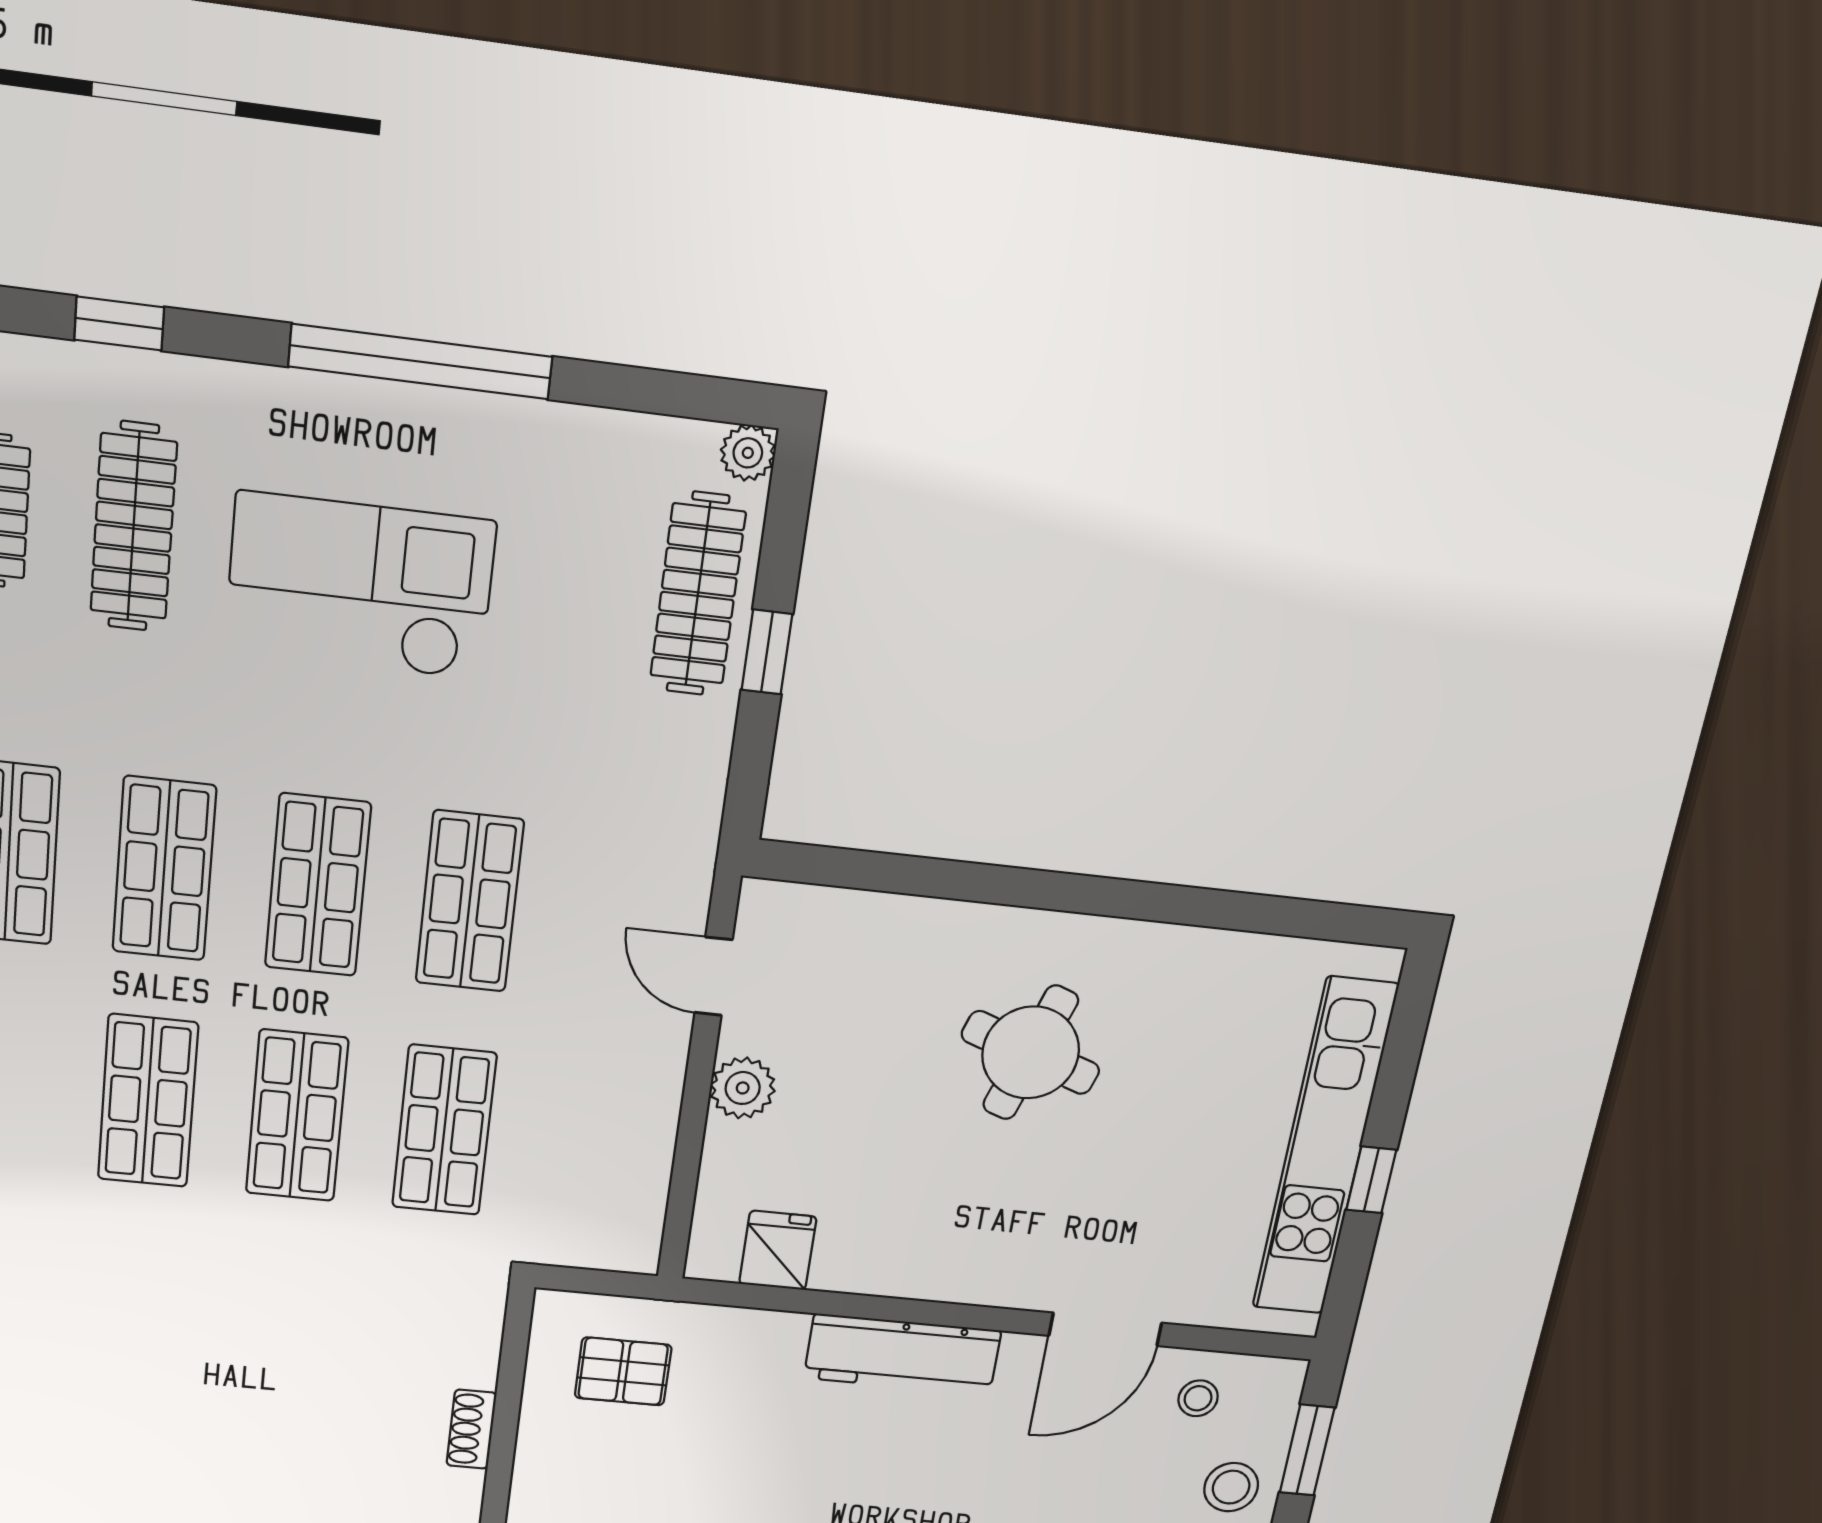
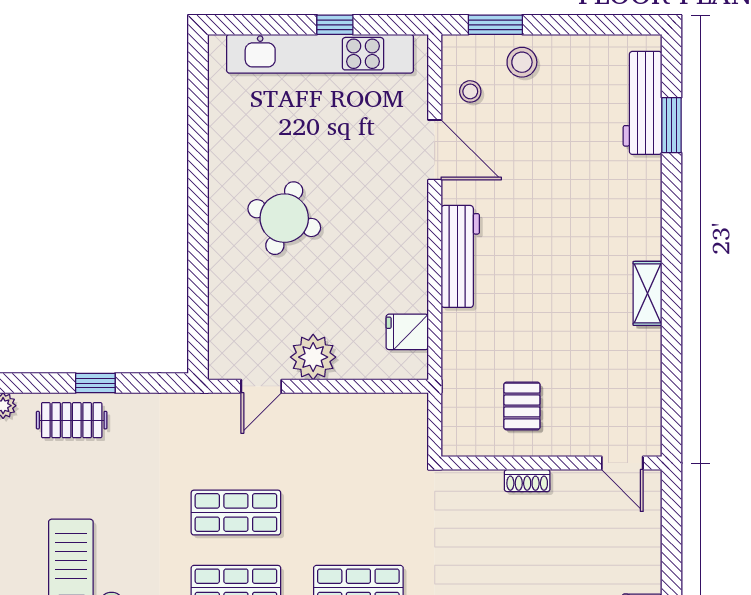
clothes rail: (698, 594) -> (72, 420), width x0.73
plant: (743, 1088) -> (313, 357), width x1.36, depth x1.36
shop shelf: (444, 1130) -> (358, 513), removed
pallet: (623, 1371) -> (522, 406), moved

